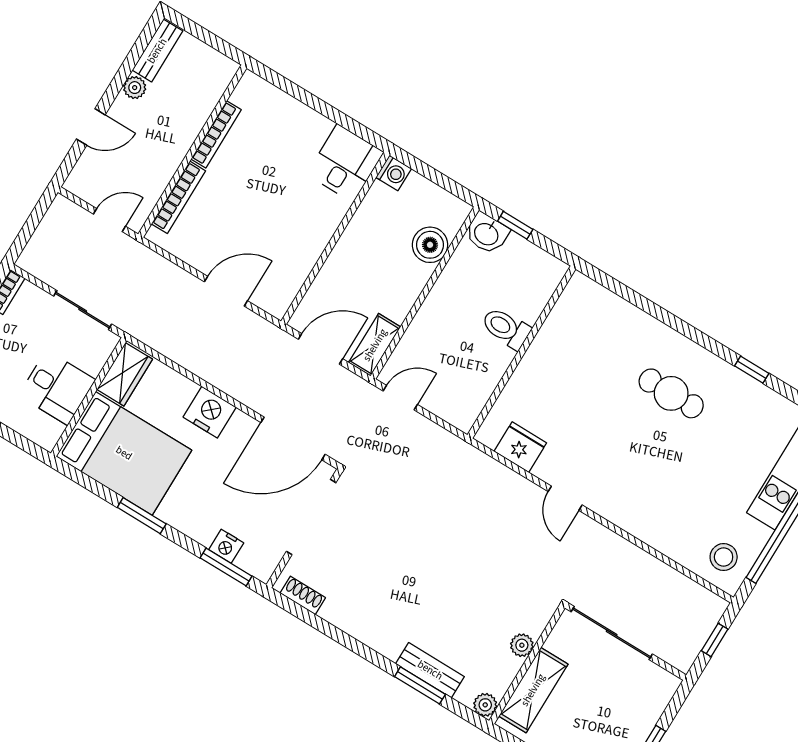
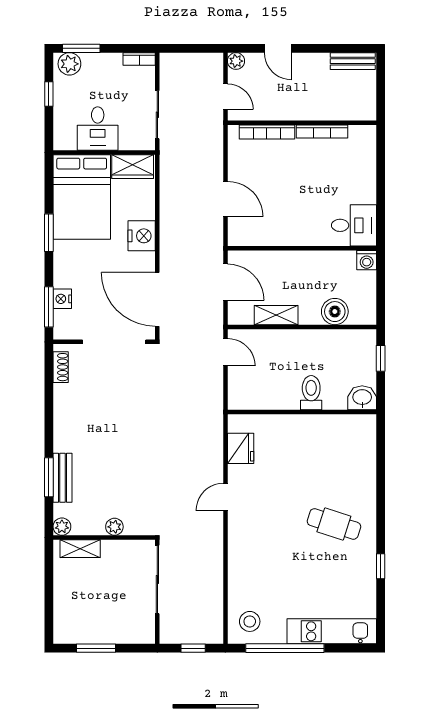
plant: (135, 88) -> (236, 61), moved
washbasin: (487, 233) -> (362, 398), moved, turned 90
shelving: (375, 345) -> (276, 315), moved
cafe table: (671, 393) -> (334, 524), turned -72
shelving: (533, 690) -> (80, 549), width x0.67, depth x0.75

